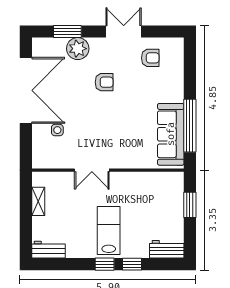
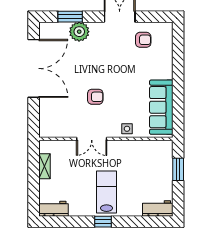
armchair: (104, 82) -> (95, 97), moved
window: (190, 126) -> (178, 100), removed
side table: (57, 130) -> (127, 129), moved
window: (132, 264) -> (127, 222), removed

